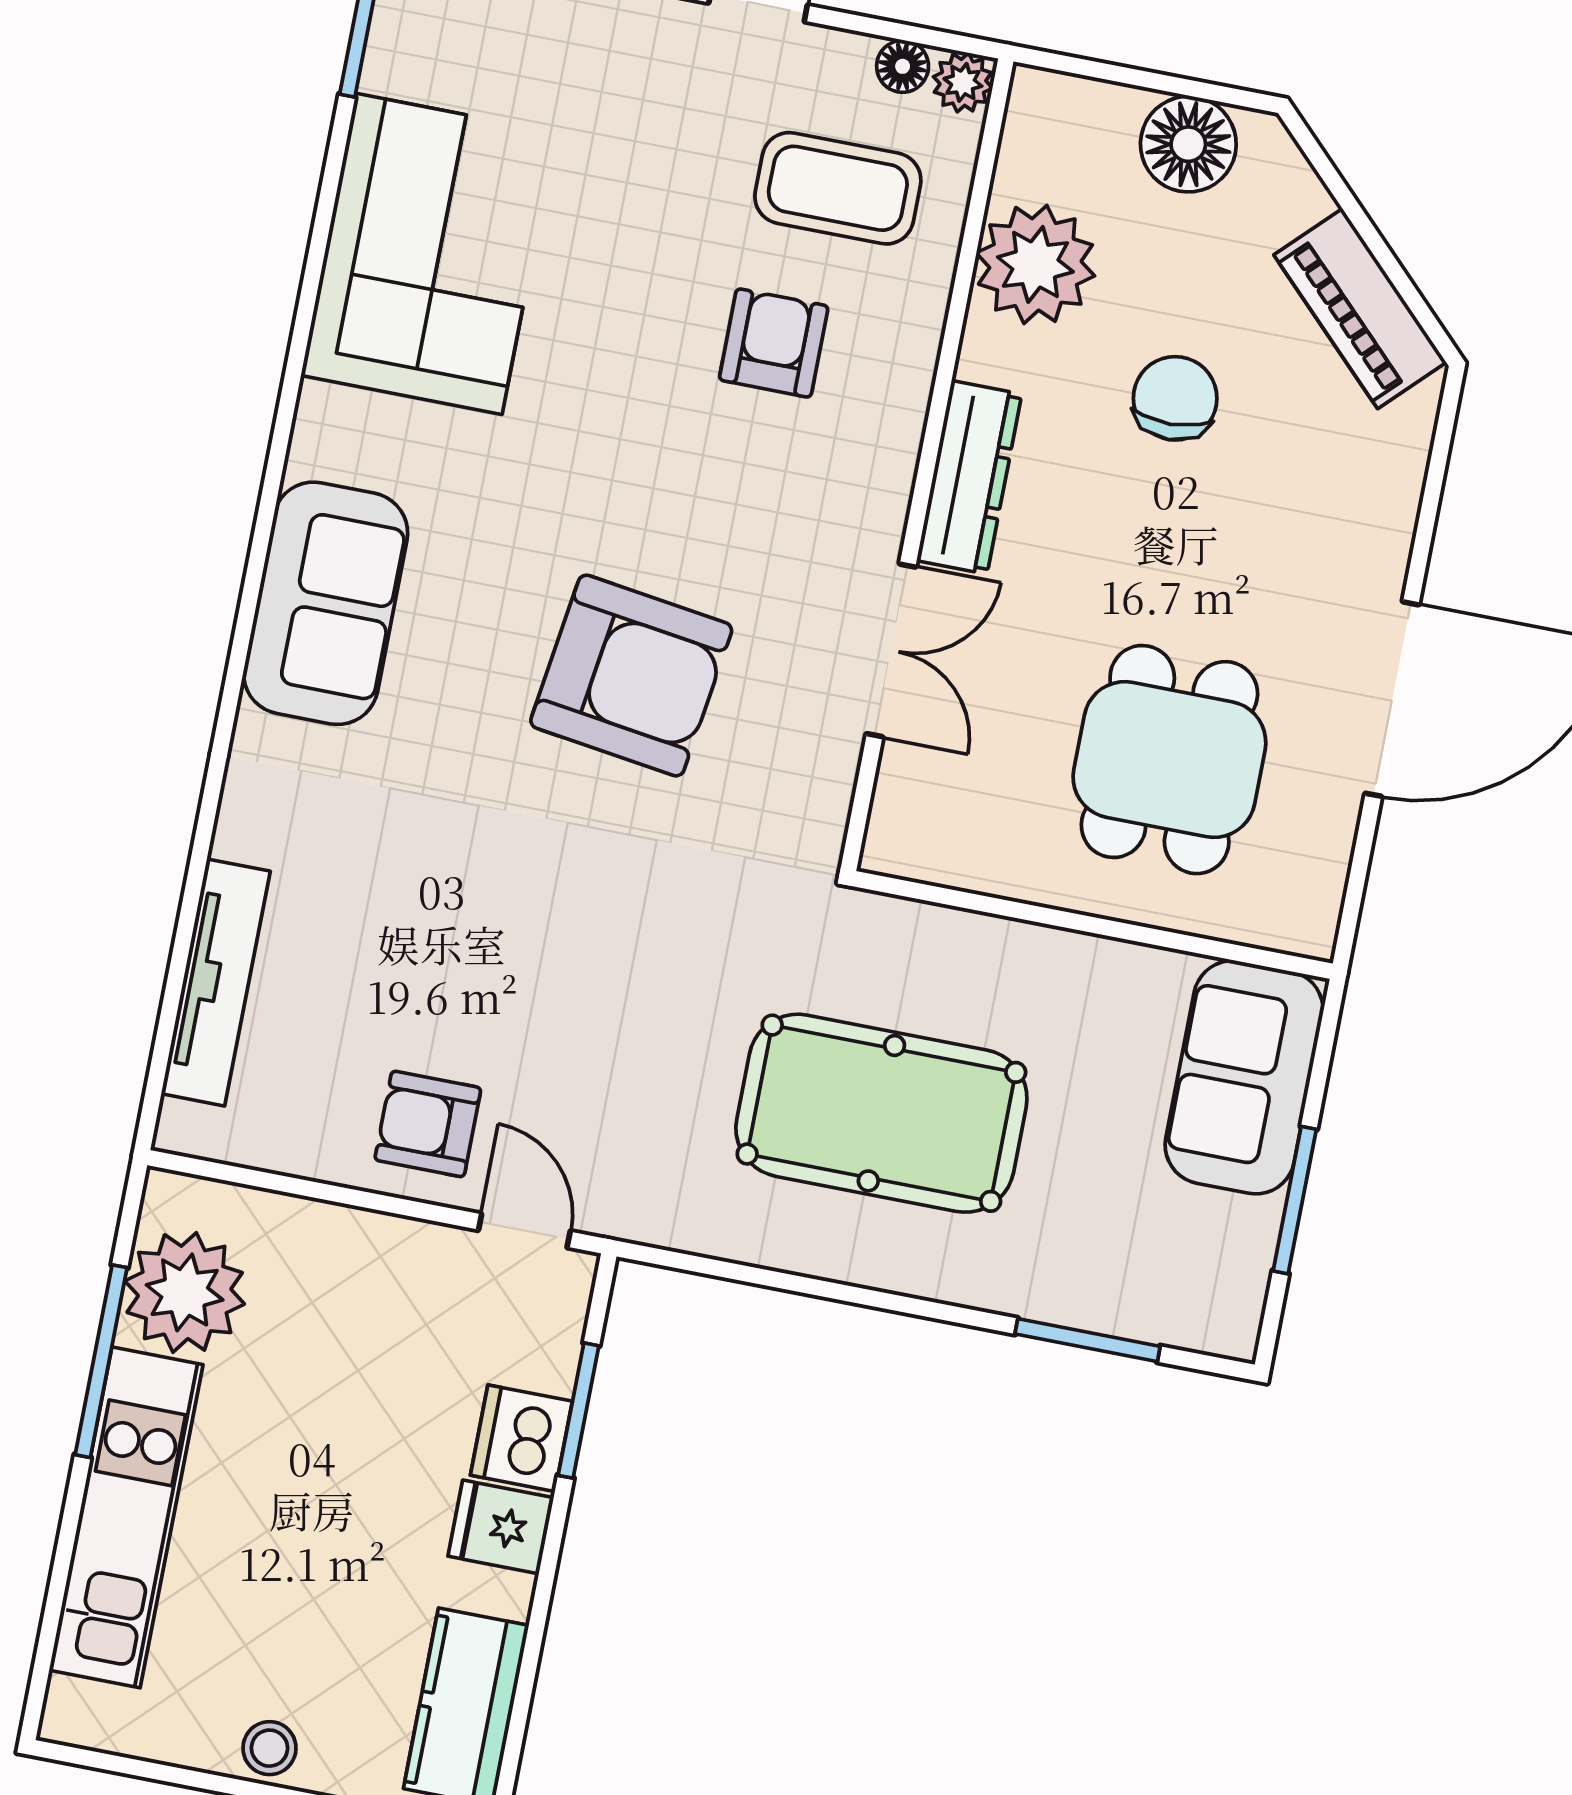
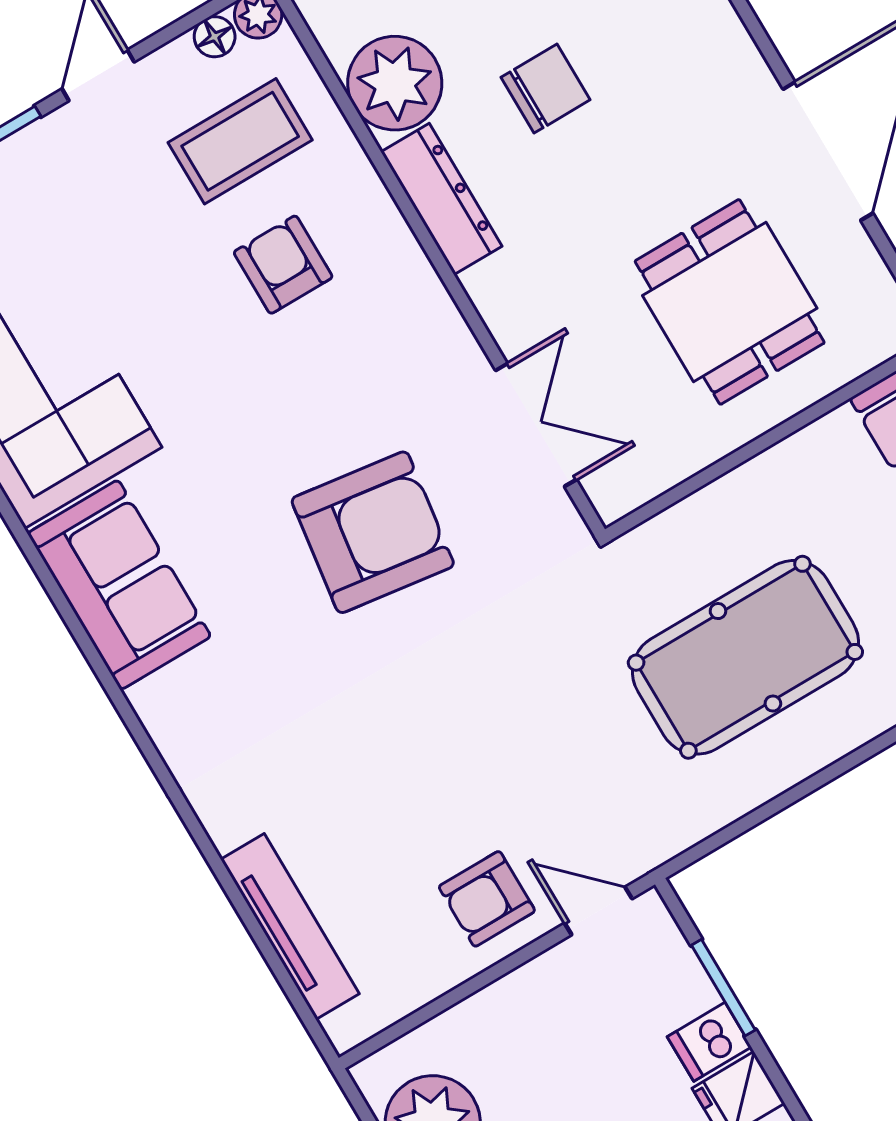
chair: (1175, 398) -> (546, 89), turned 92
dresser: (969, 477) -> (441, 199), moved
sofa: (326, 603) -> (119, 585), moved
double door: (891, 650) -> (536, 425), moved
dishwasher: (521, 1438) -> (709, 1042), width x0.73

